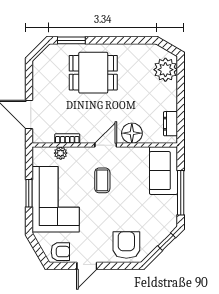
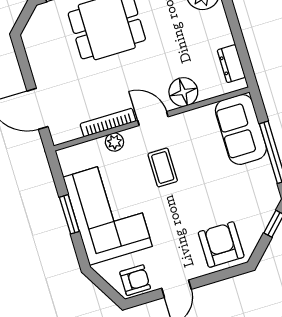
bookcase: (67, 138) -> (108, 123), width x1.56
door: (106, 145) -> (153, 119), hinge flipped
plant: (61, 153) -> (114, 142), moved

